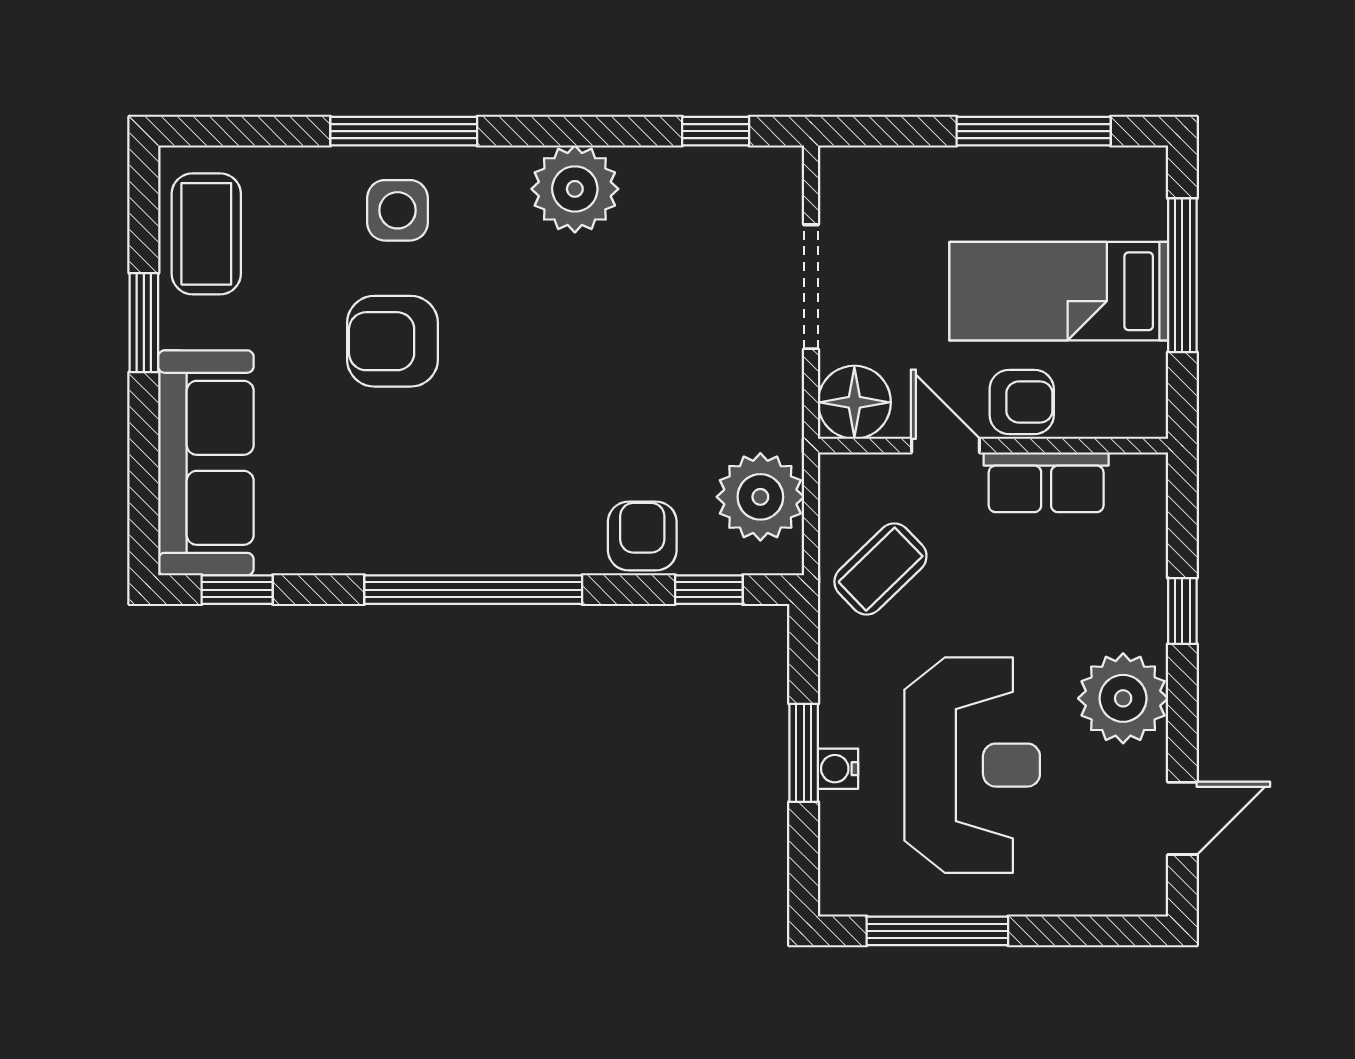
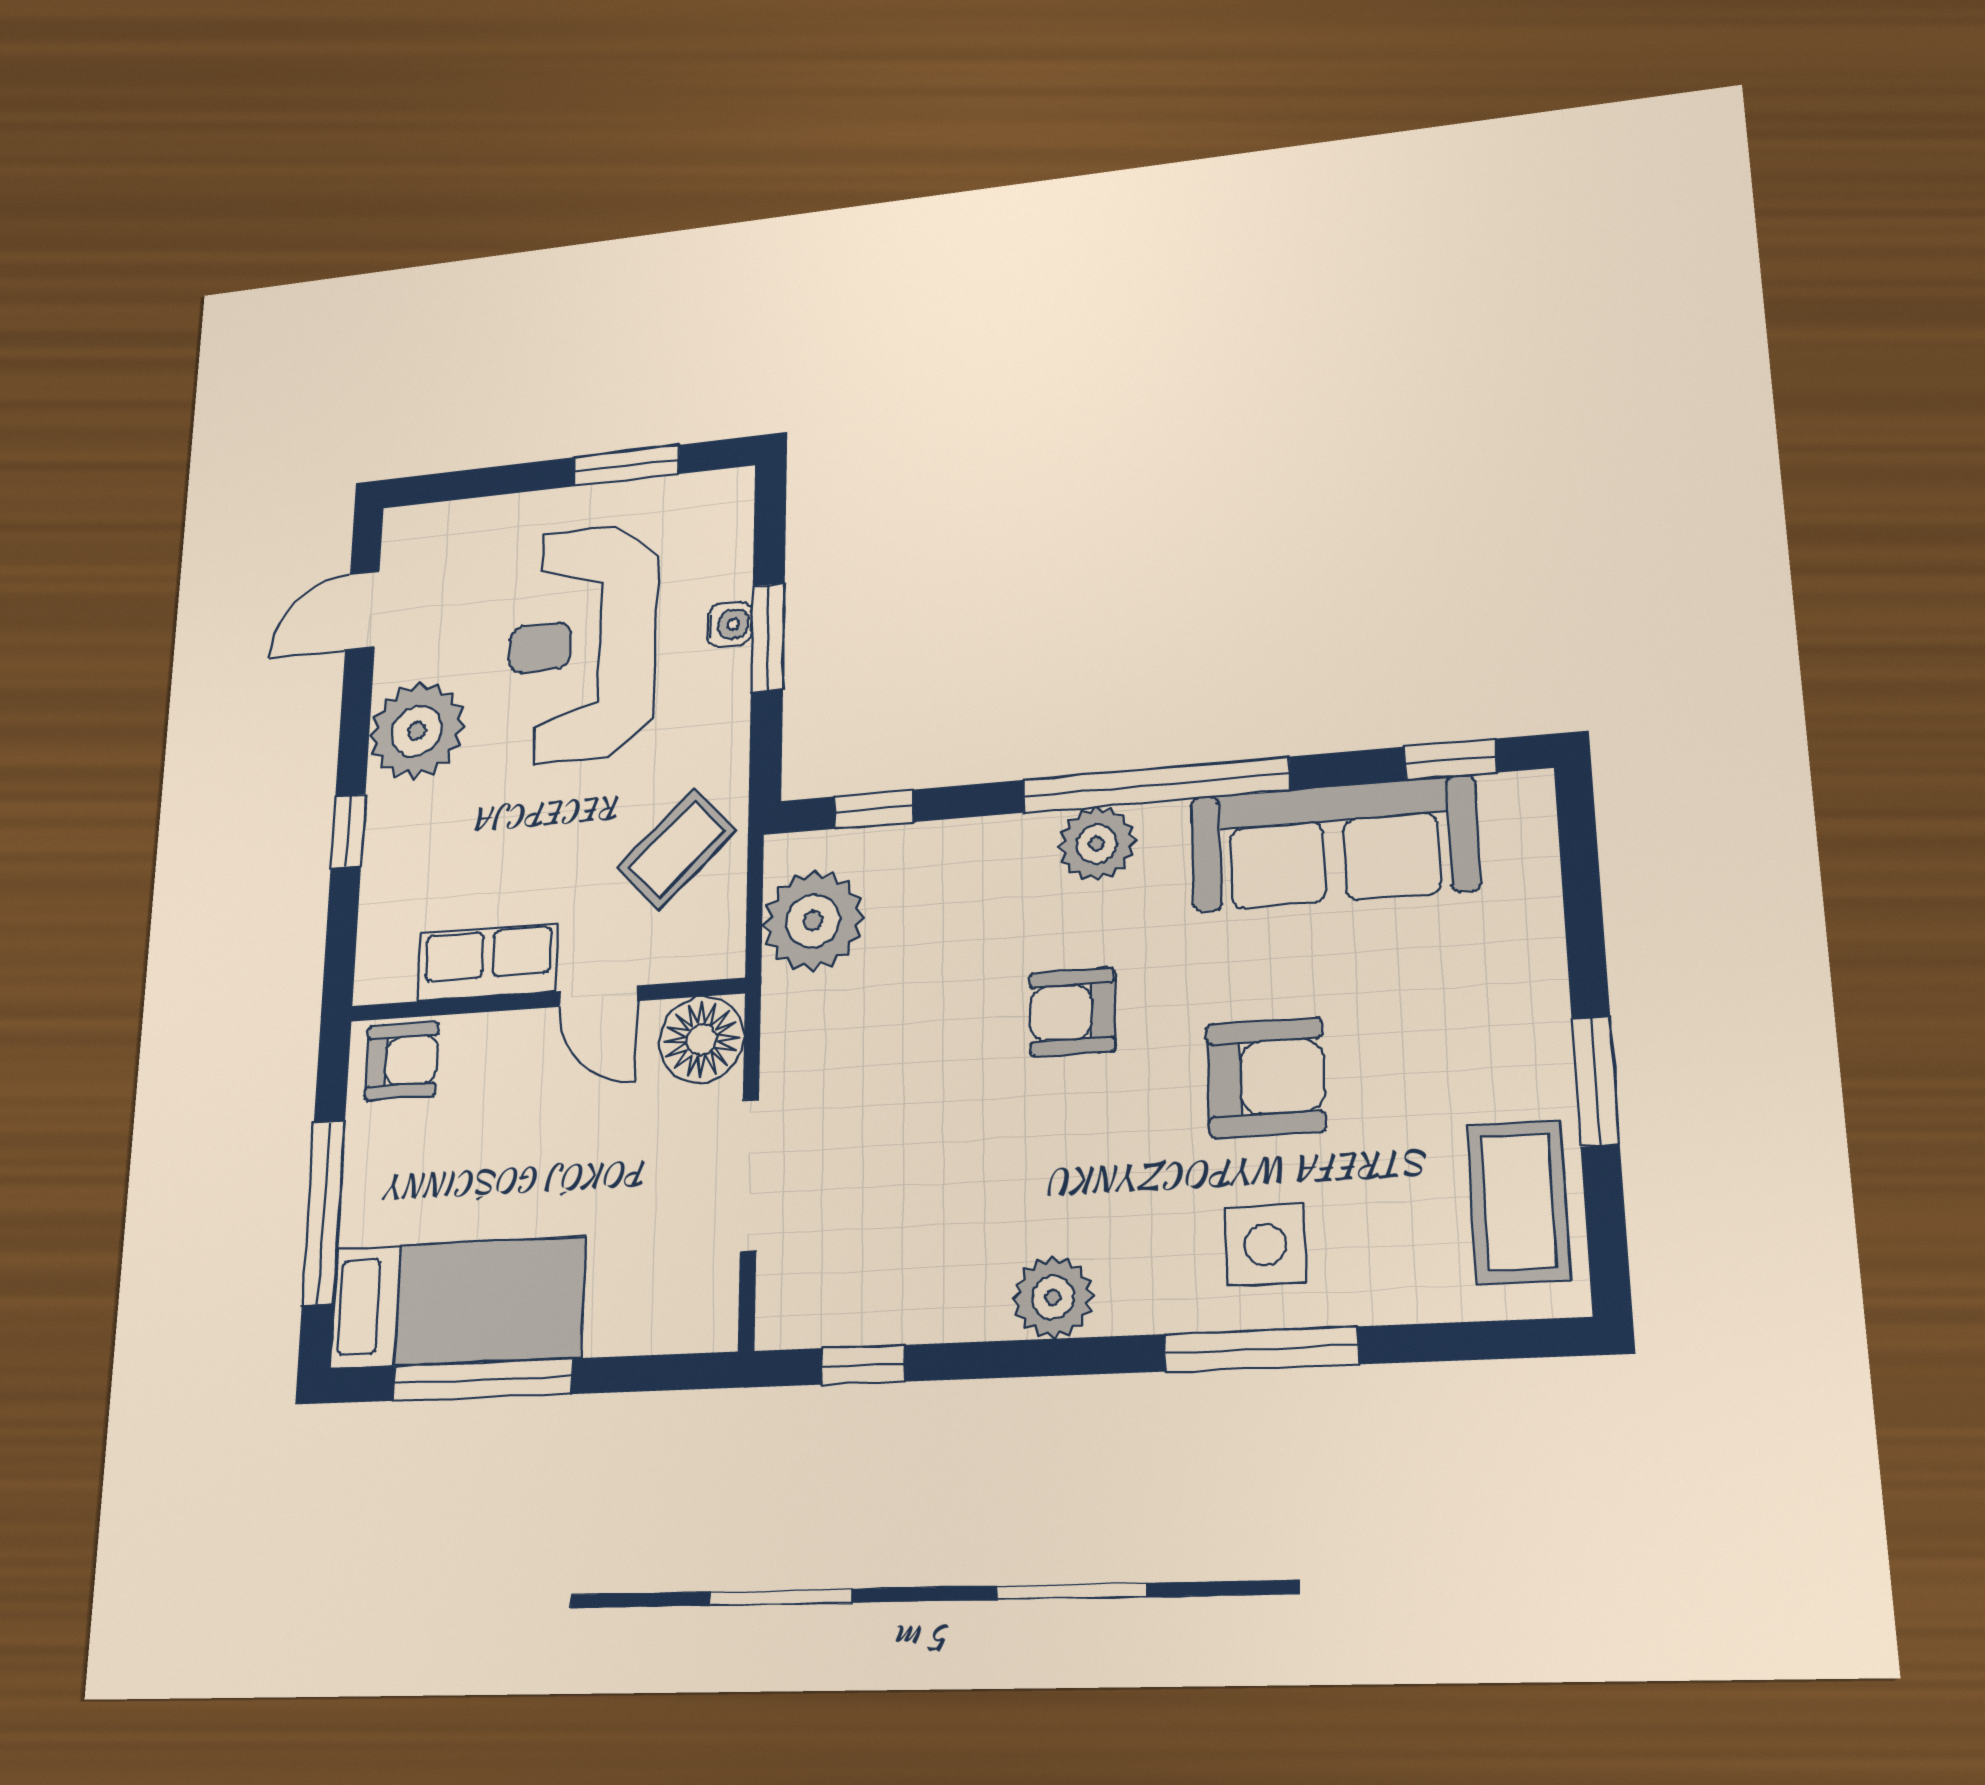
plant: (575, 189) -> (1053, 1297), width x0.73, depth x0.73
bed: (1059, 291) -> (457, 1303), moved
armchair: (1022, 402) -> (402, 1061), moved, turned 180
sofa: (206, 463) -> (1334, 844), moved, turned -90
armchair: (642, 536) -> (1072, 1012), moved, turned 90
plant: (522, 544) -> (1097, 844), added
window: (937, 931) -> (626, 466), width x0.69

